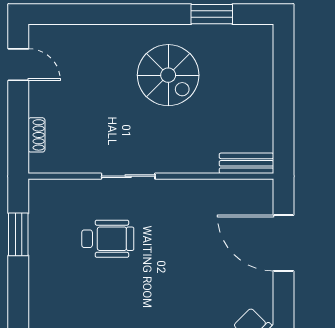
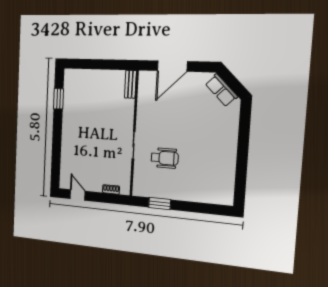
door: (18, 65) -> (78, 195), hinge flipped
spiral stairs: (168, 75) -> (86, 122), removed
wheelchair: (108, 239) -> (165, 158), turned 90

